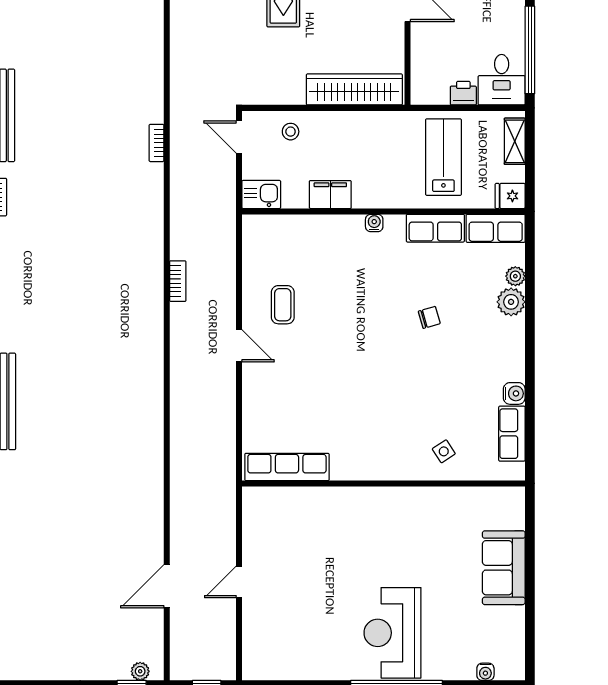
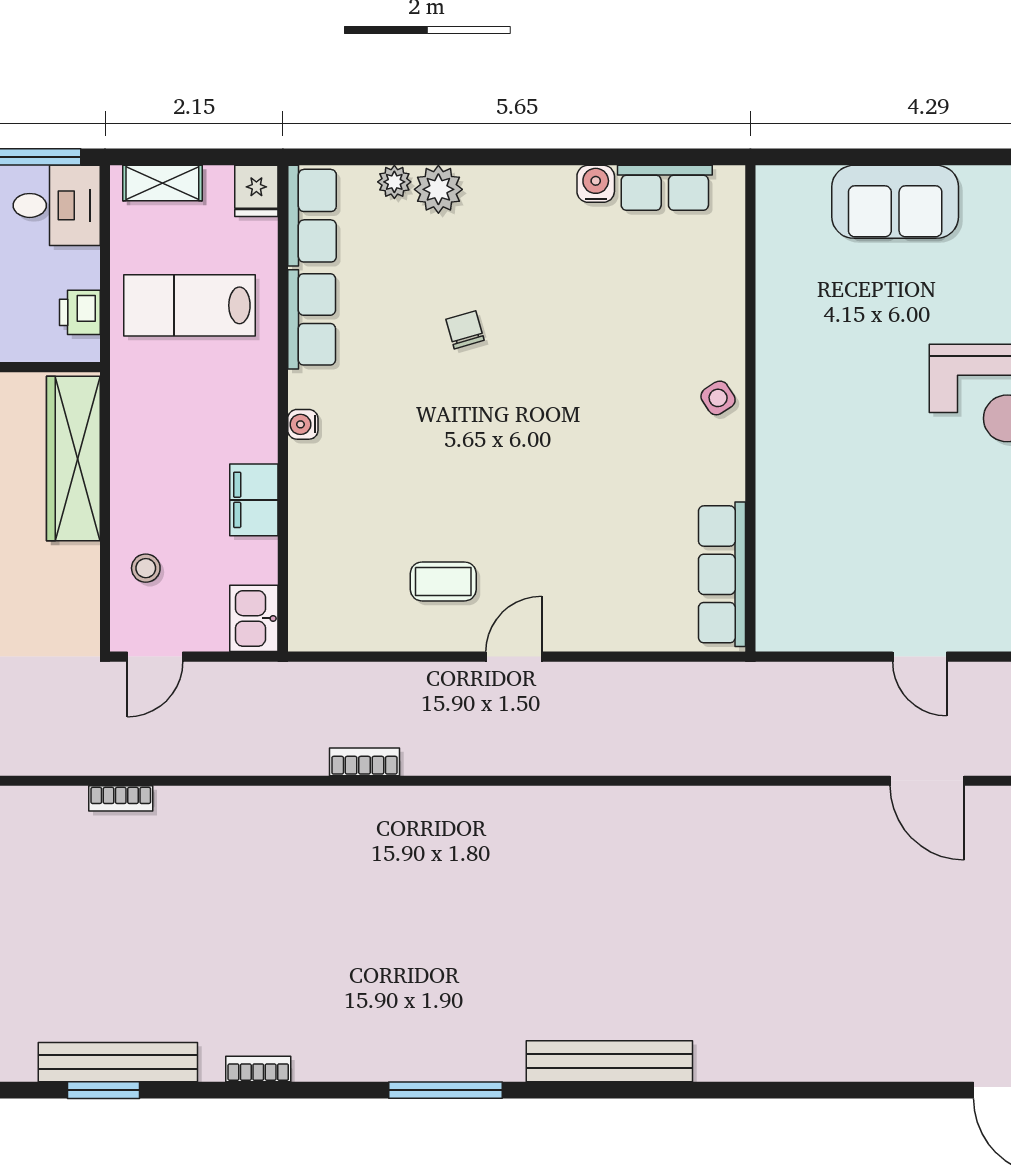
printer: (463, 93) -> (80, 312), moved
bookcase: (156, 143) -> (121, 798), moved
bookcase: (178, 281) -> (364, 762), moved
side table: (444, 451) -> (718, 398), moved

